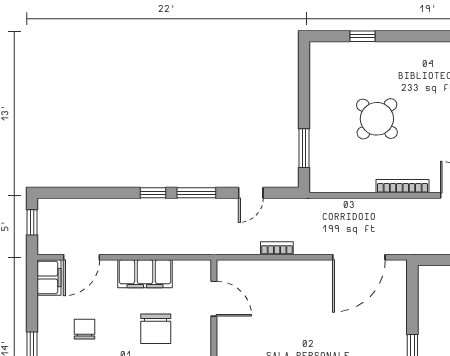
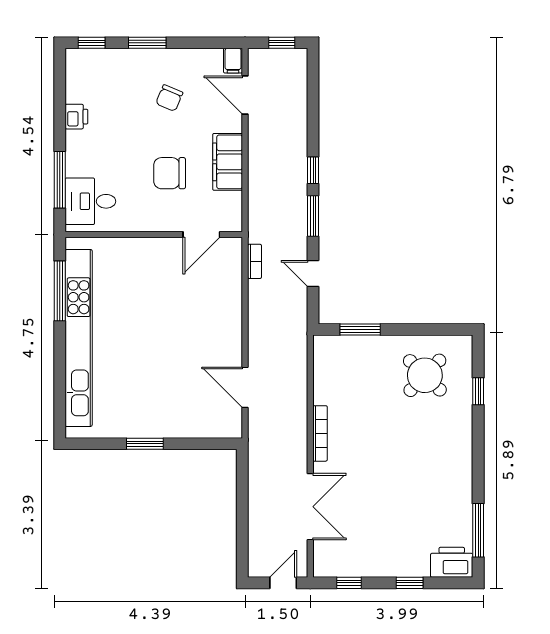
round table: (377, 119) -> (425, 375), moved
bookcase: (277, 248) -> (255, 261), moved
door: (359, 257) -> (245, 387), width x0.73
filing cabinet: (49, 278) -> (233, 61), width x0.50
chair: (84, 329) -> (169, 98), turned 113

